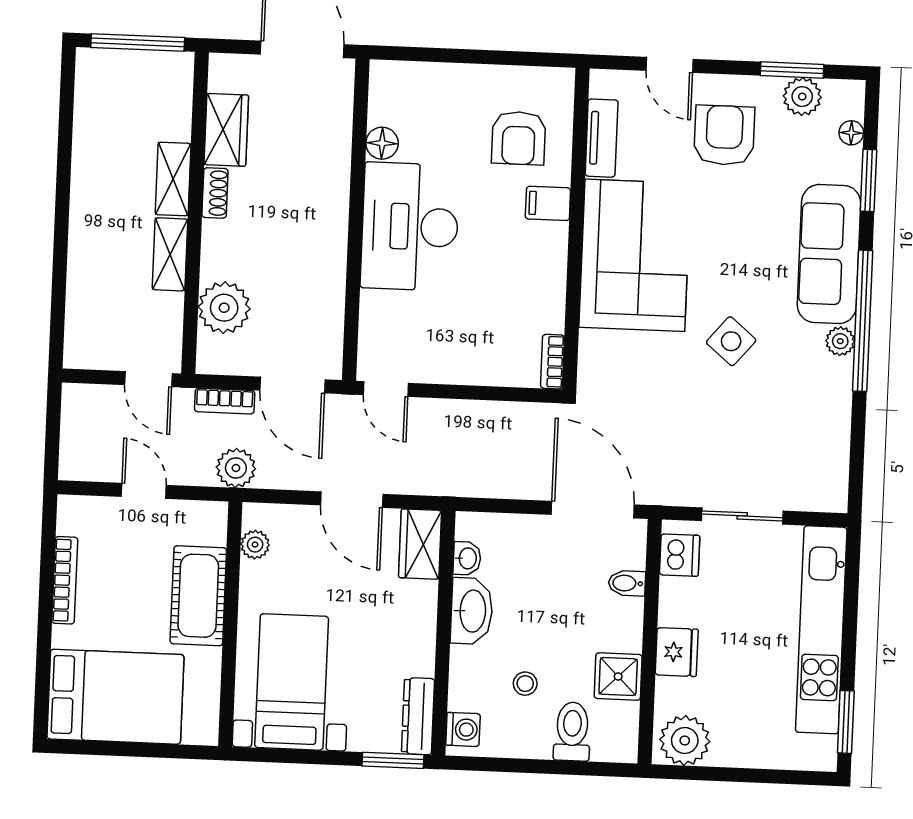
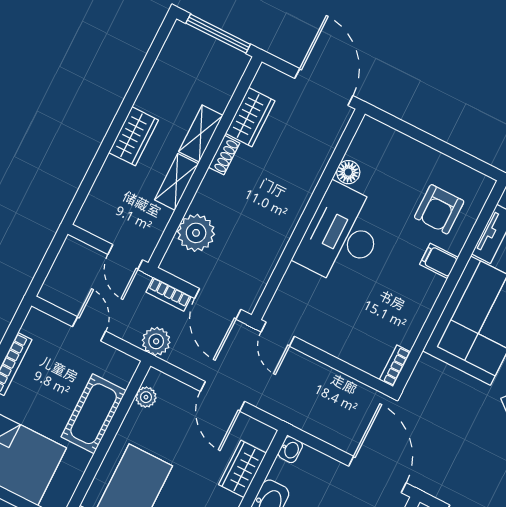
wardrobe: (89, 221) -> (134, 136), added
wardrobe: (420, 544) -> (242, 469), moved
washbasin: (467, 558) -> (290, 450), moved

